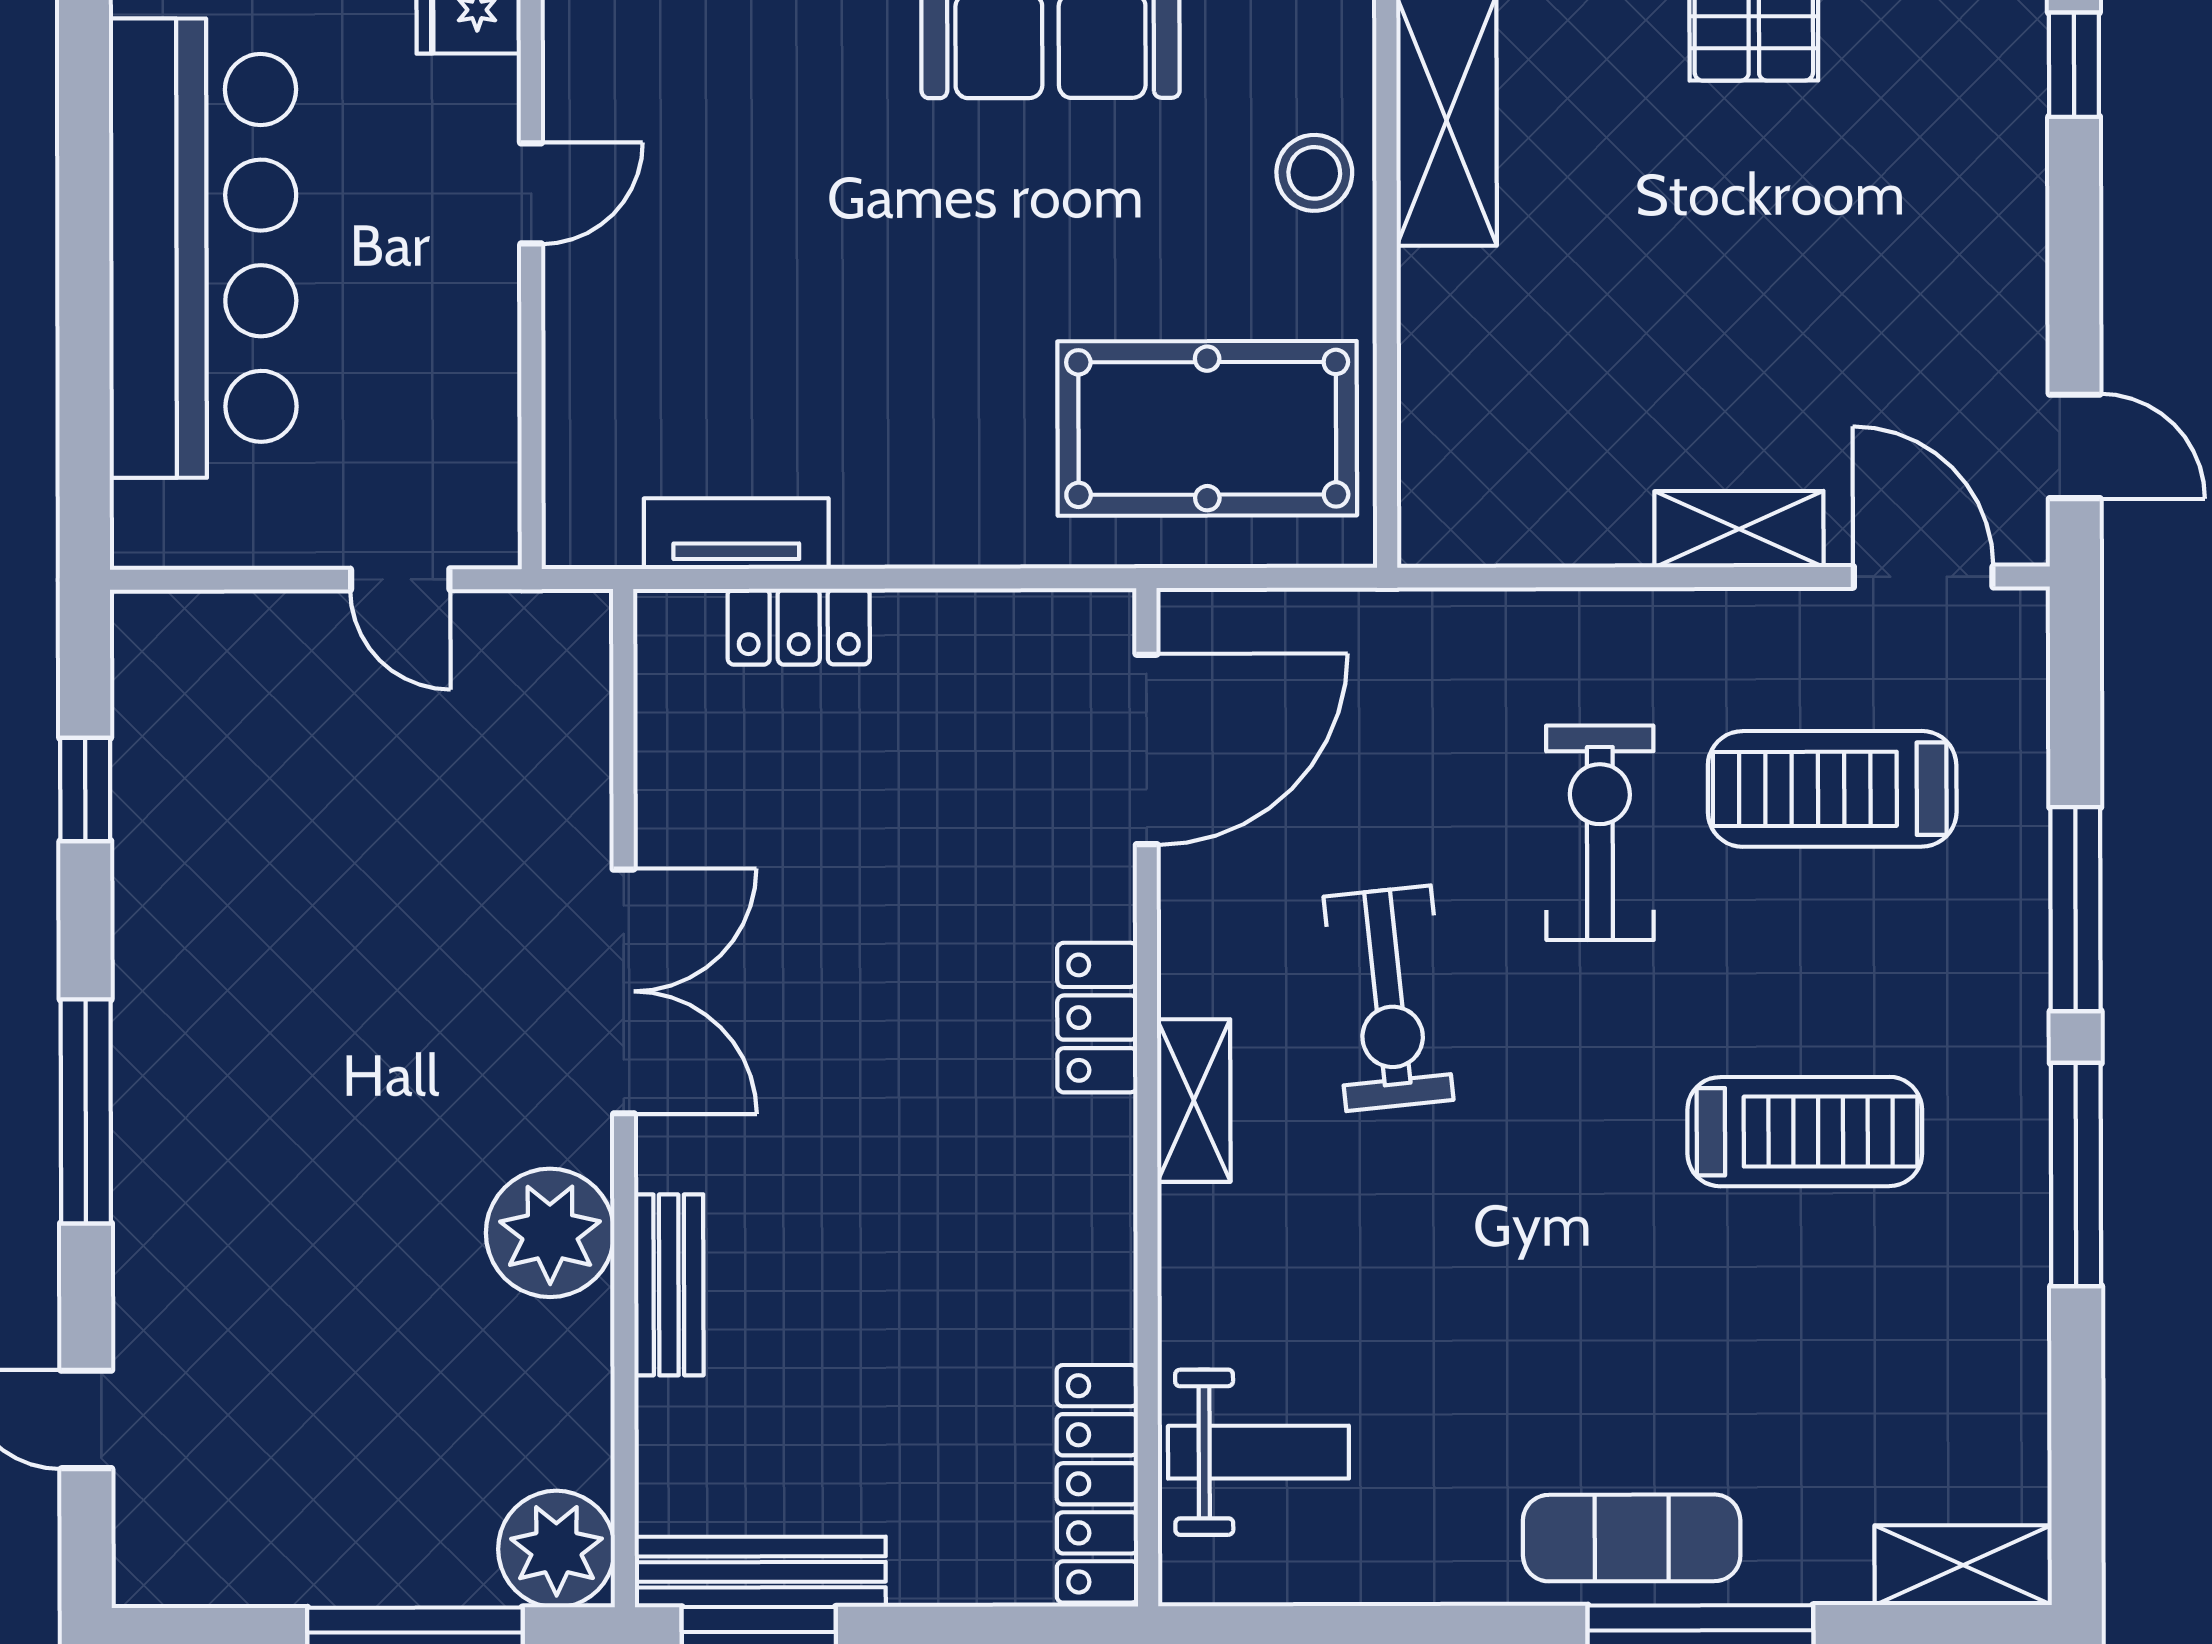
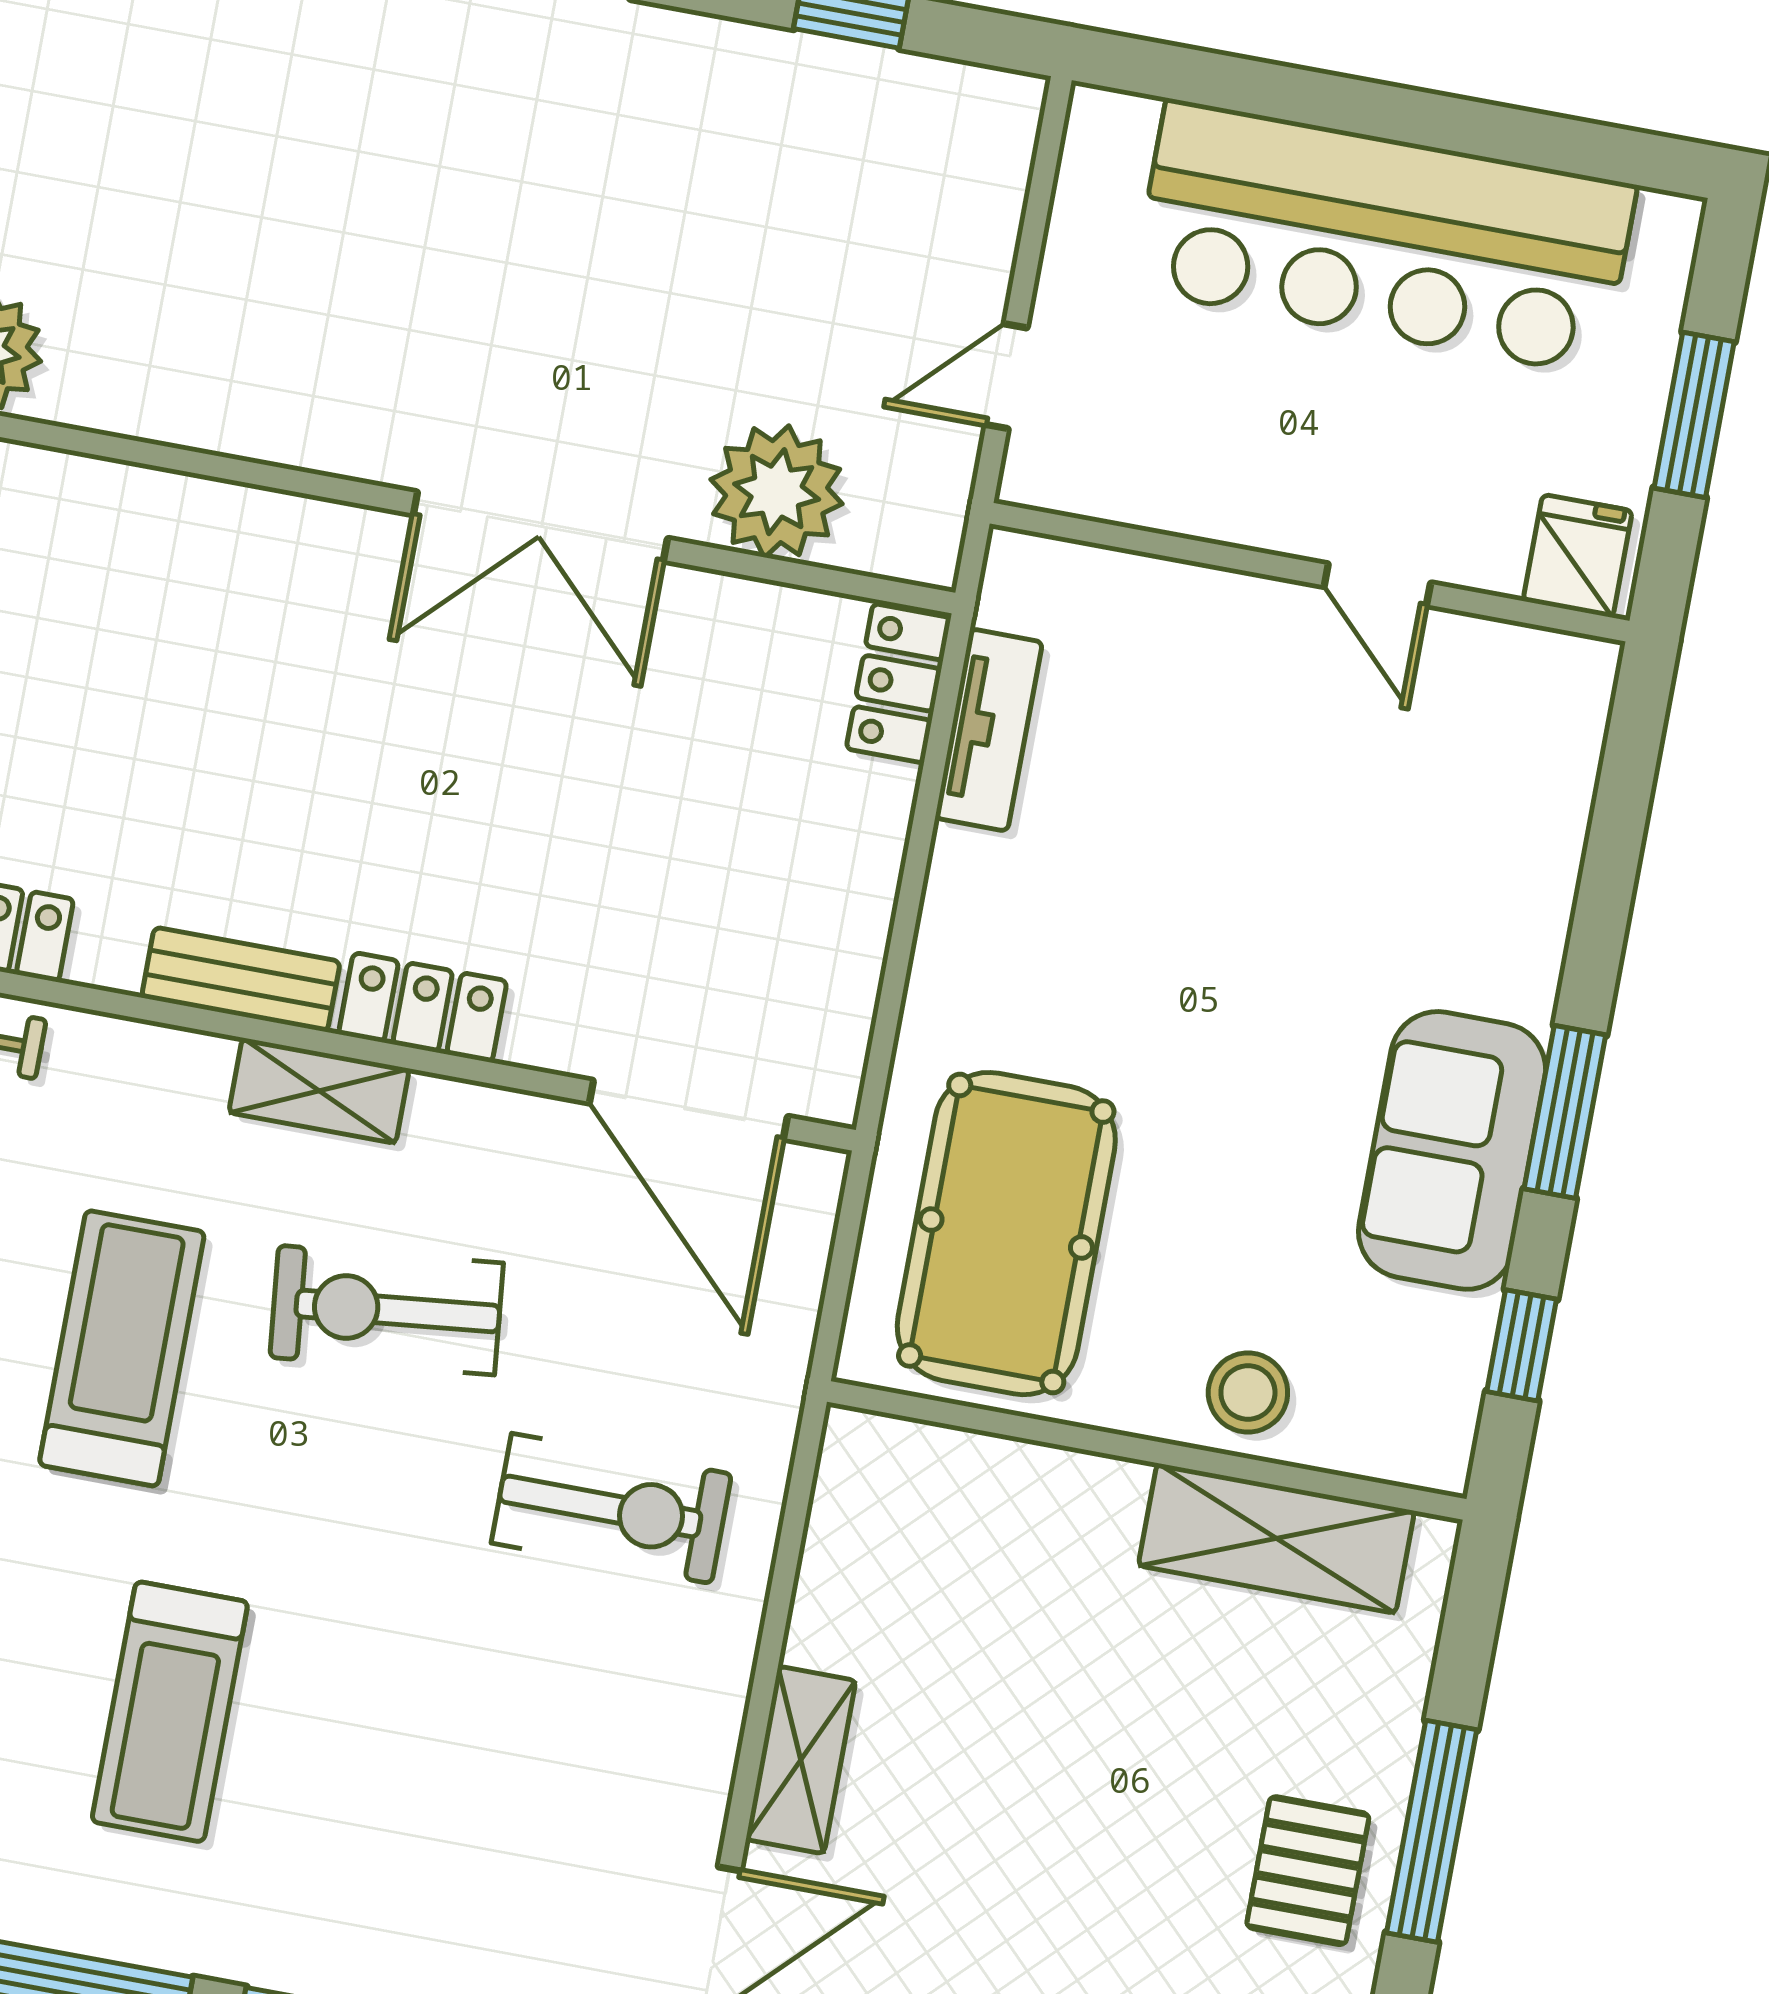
locker: (799, 627) -> (898, 683), moved
treadmill: (1832, 789) -> (122, 1348), moved
exercise bike: (1600, 833) -> (611, 1508), moved
plant: (550, 1233) -> (777, 492), moved
bench: (669, 1285) -> (241, 979), moved

